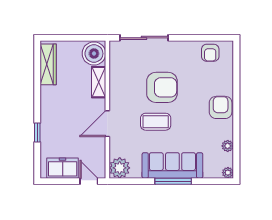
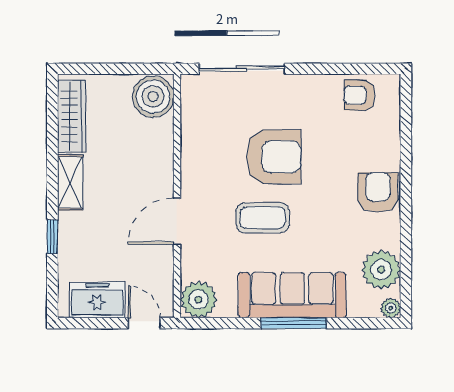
armchair: (210, 53) -> (359, 95), turned 92
shelving: (99, 82) -> (70, 182), moved
plant: (228, 146) -> (381, 270), width x1.88, depth x1.88

